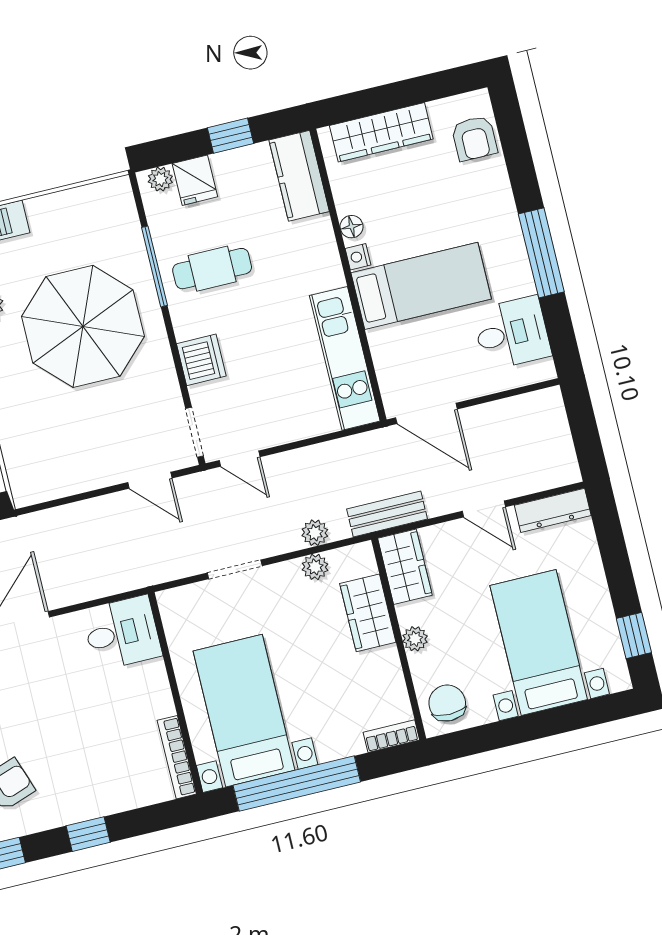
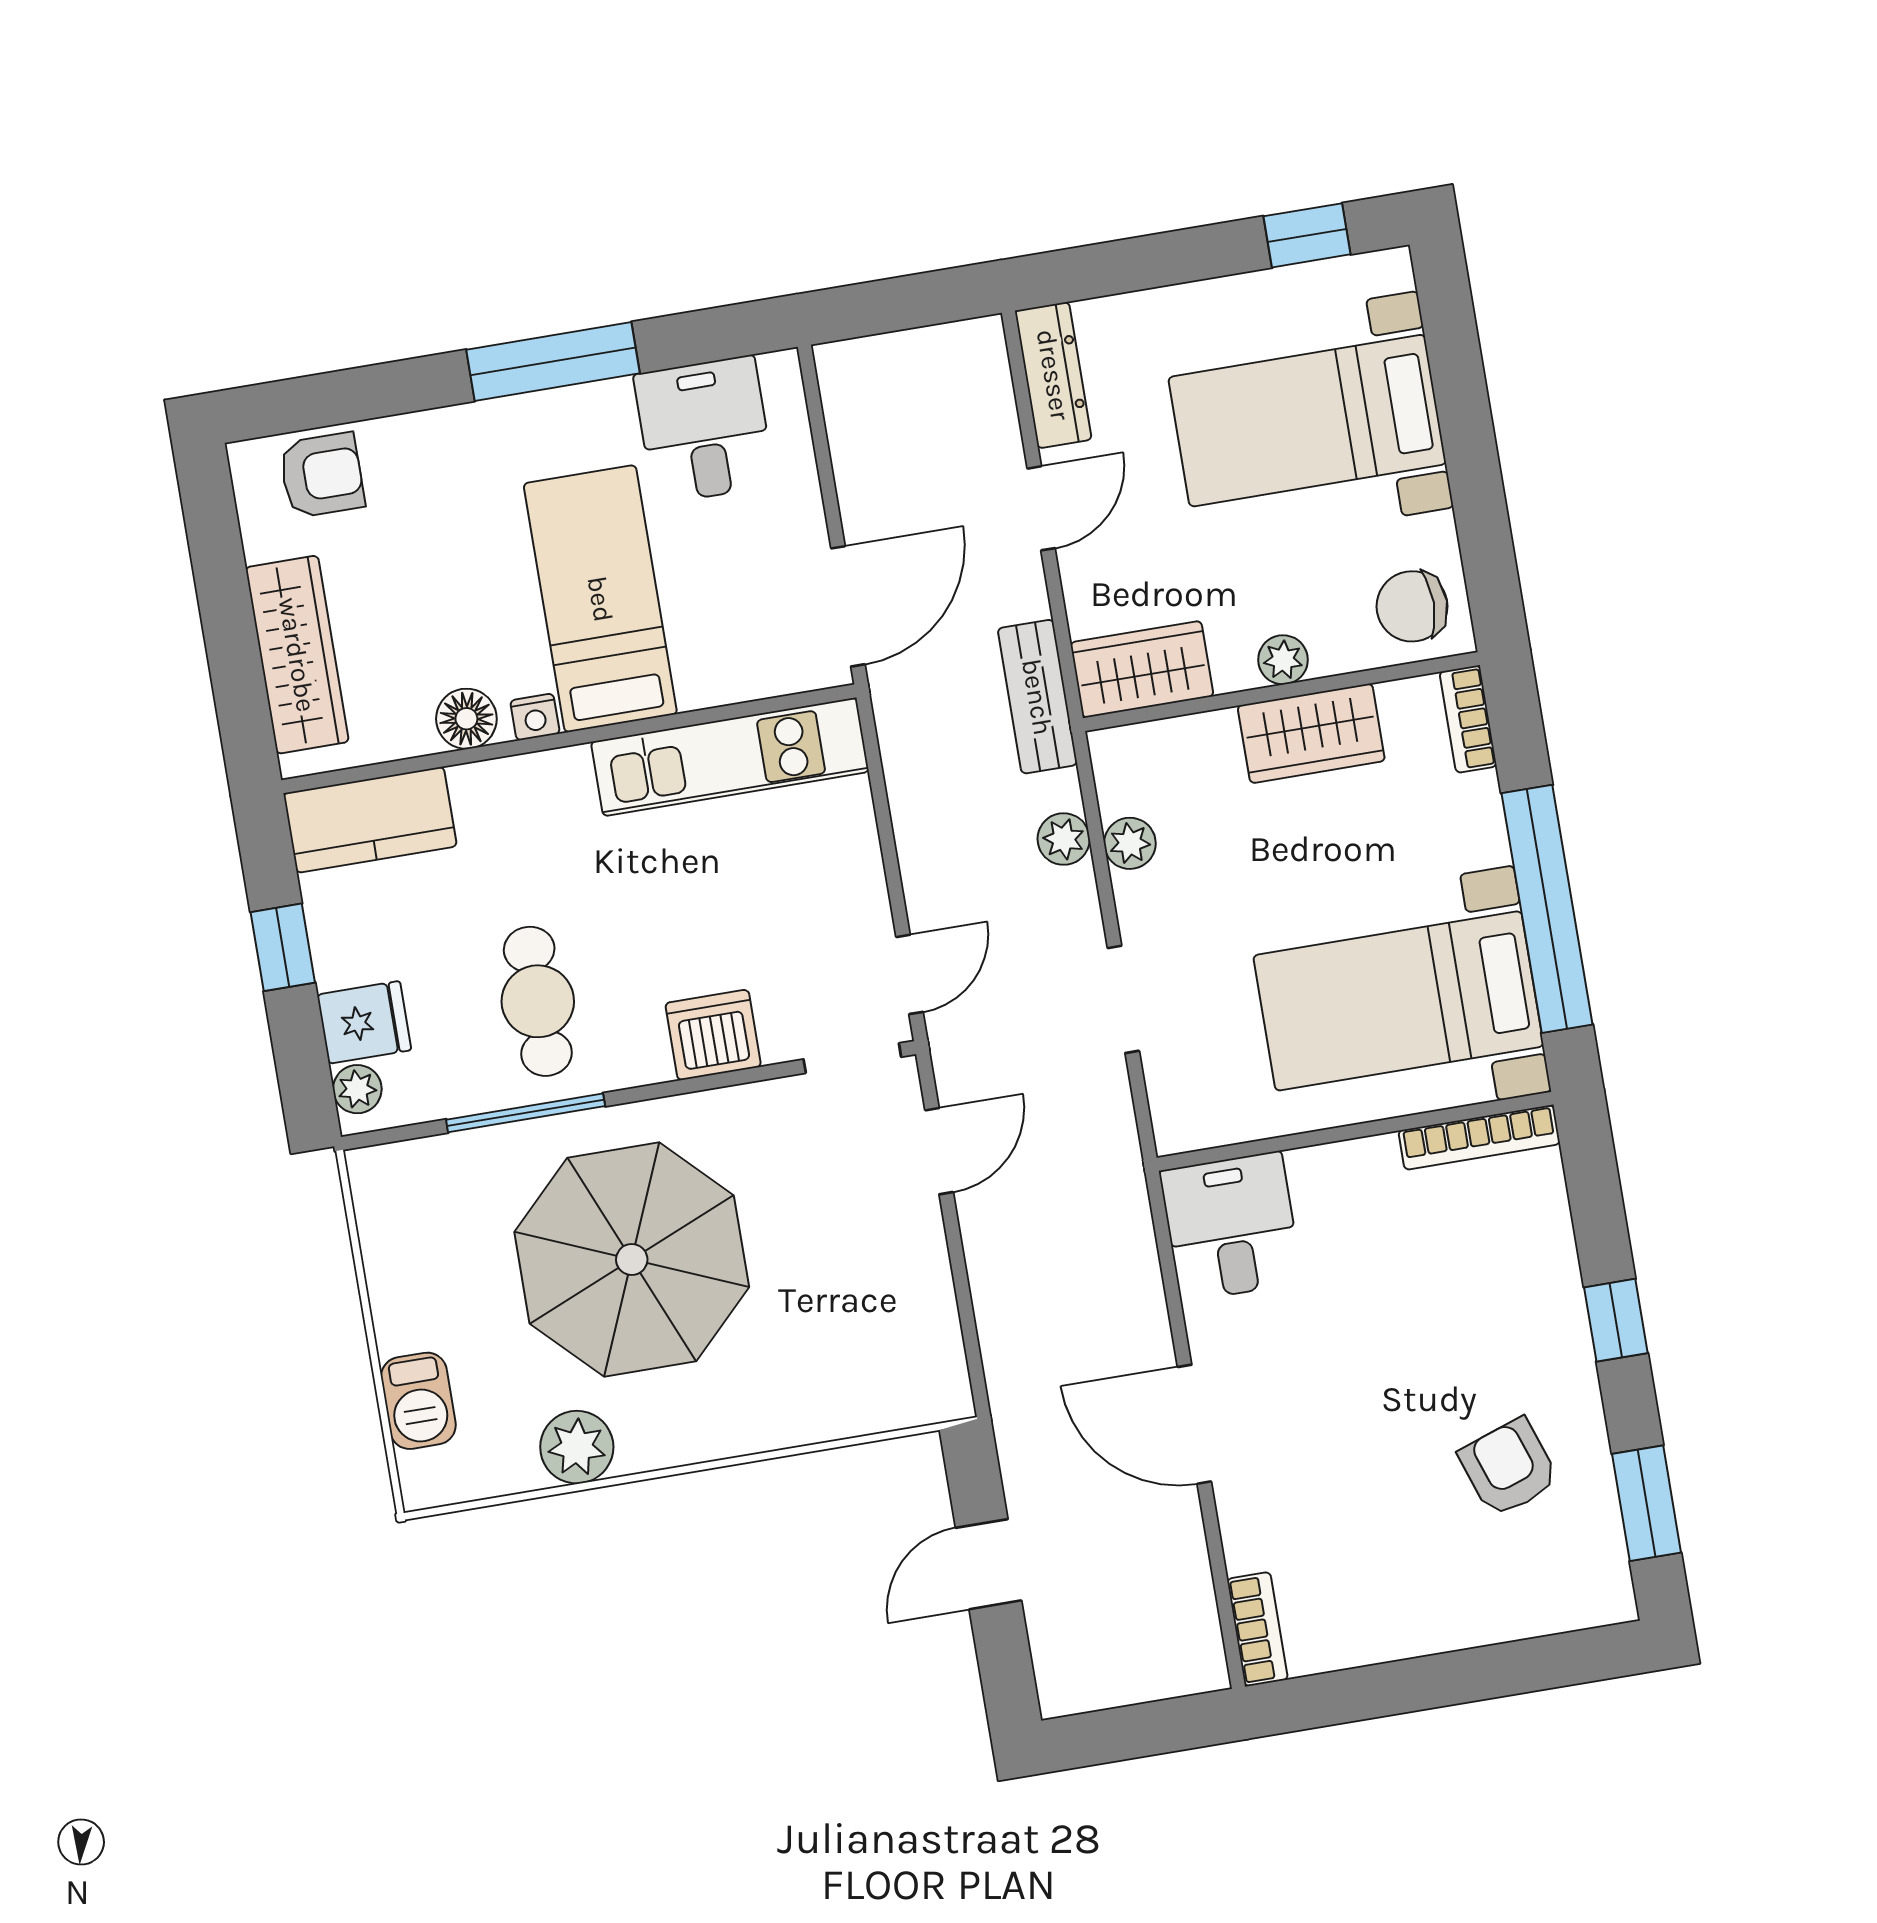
floor lamp: (352, 227) -> (466, 719), width x1.37, depth x1.37
wardrobe: (368, 613) -> (1311, 733), moved

